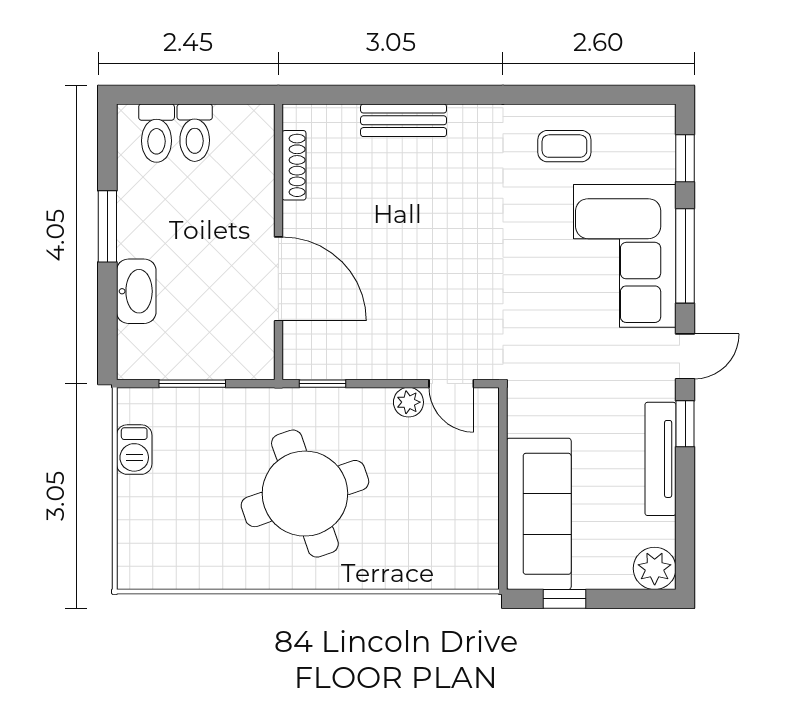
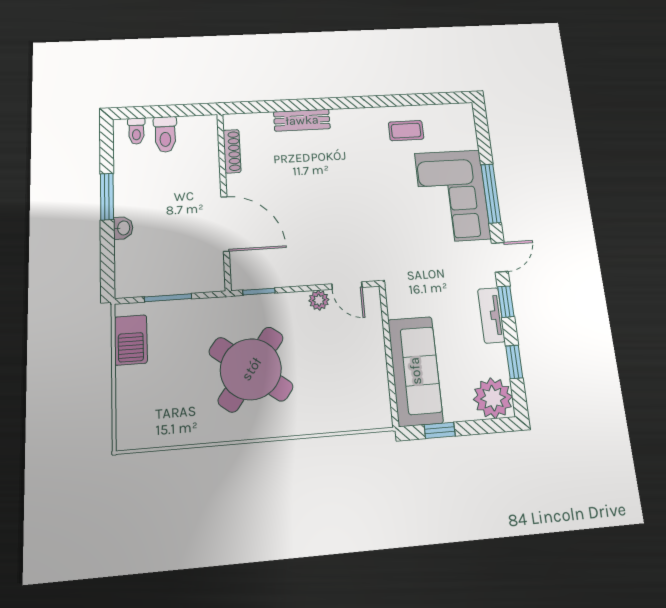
toilet: (157, 133) -> (136, 131), width x0.73, depth x0.72
window: (685, 158) -> (514, 362), moved
washbasin: (136, 291) -> (123, 228), width x0.52, depth x0.69
barbecue: (134, 450) -> (131, 340), width x1.38, depth x1.27
tv unit: (660, 459) -> (491, 315), width x0.71
round table: (305, 494) -> (251, 369), turned -34
plant: (655, 568) -> (493, 398), width x1.36, depth x1.36

